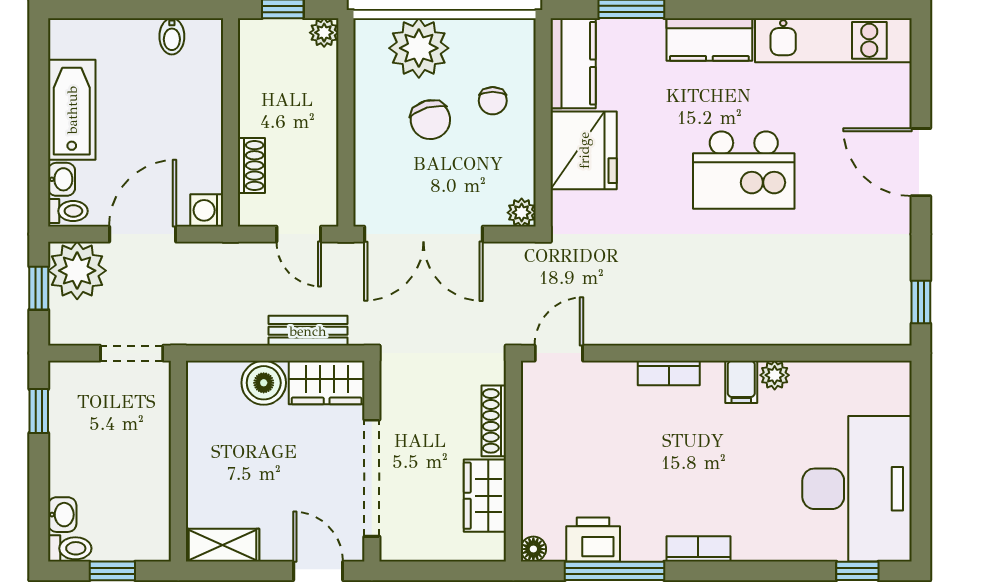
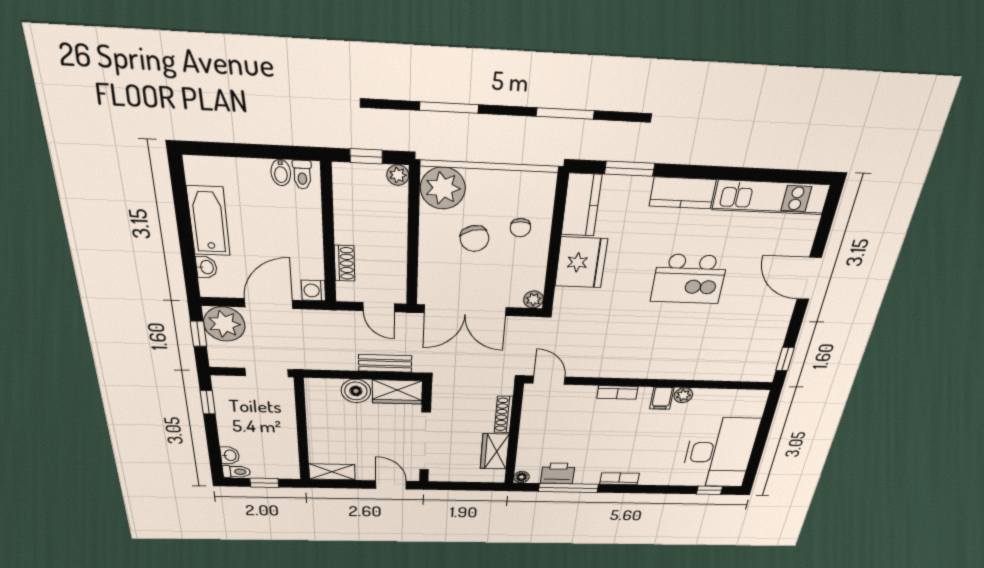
plant: (419, 48) -> (443, 188), moved
toilet: (68, 211) -> (302, 175), moved, turned 90
door: (559, 353) -> (549, 380), hinge flipped

